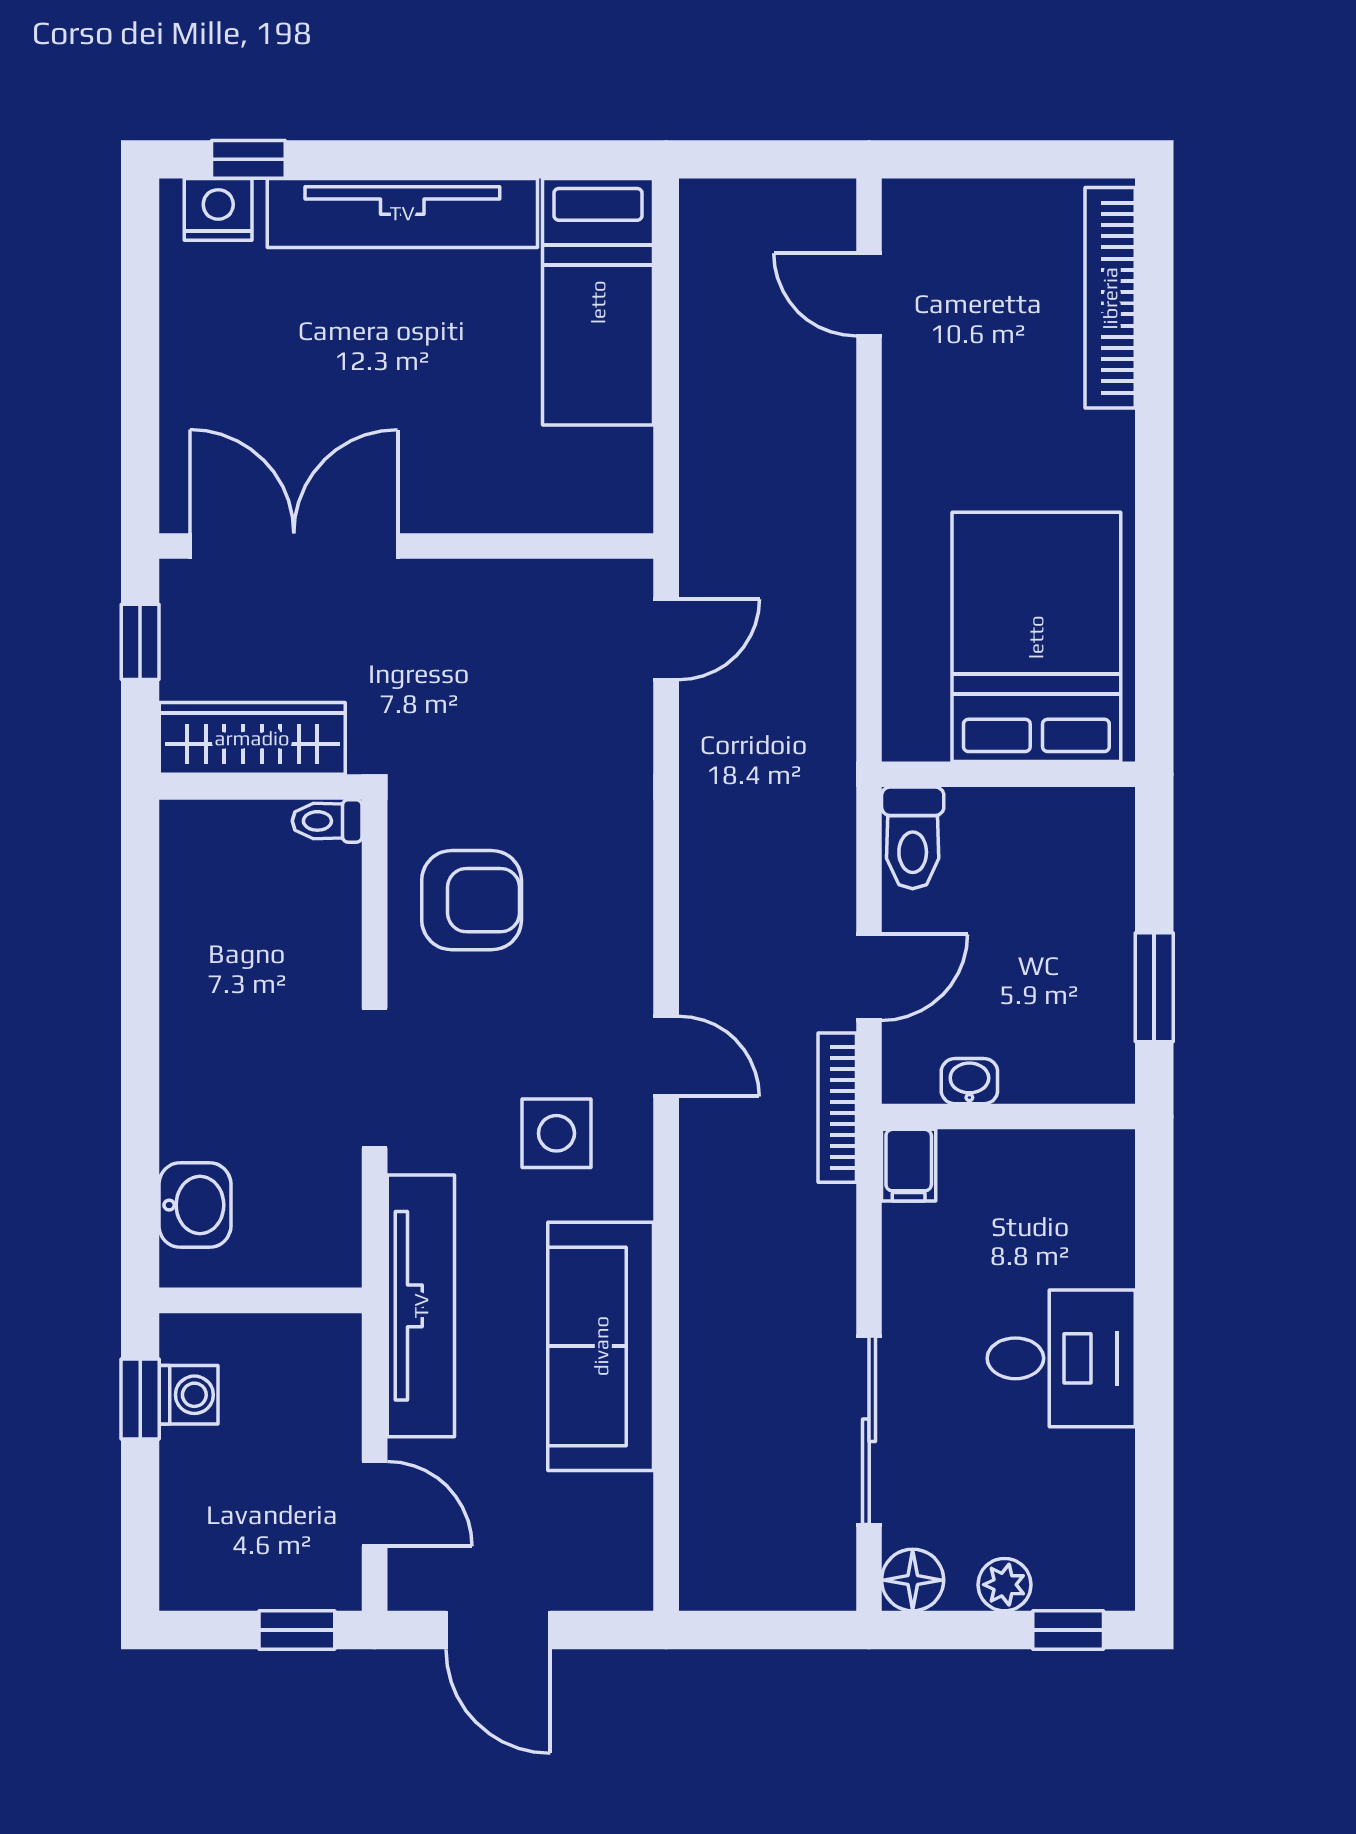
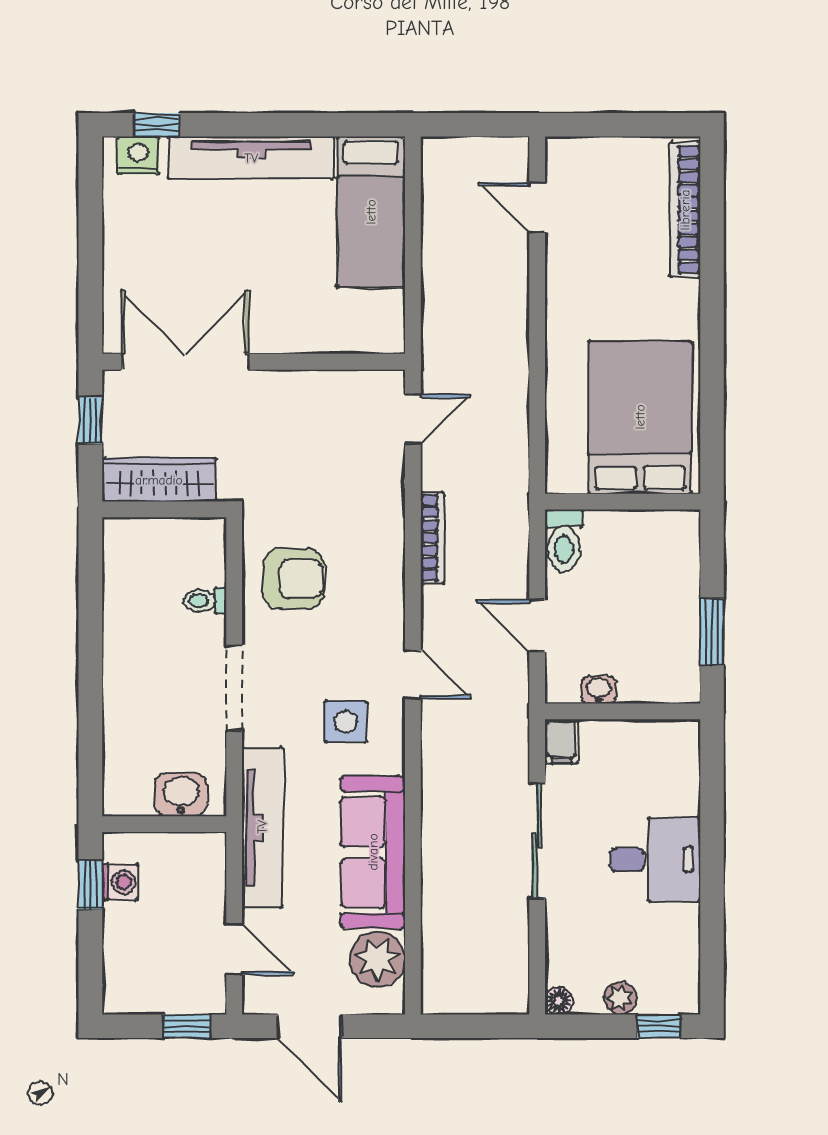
toilet: (327, 821) -> (205, 601), moved
door: (869, 977) -> (537, 626), swing flipped
bookcase: (837, 1108) -> (432, 538), moved, turned 180
washbasin: (195, 1205) -> (181, 794), moved, turned -90
sliding door: (869, 1430) -> (537, 841), moved
plant: (608, 1521) -> (377, 959), added
floor lamp: (913, 1580) -> (559, 1001), width x0.73, depth x0.73

